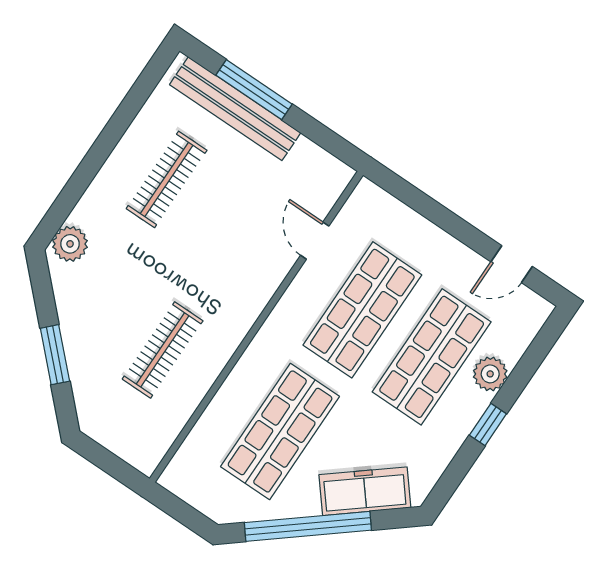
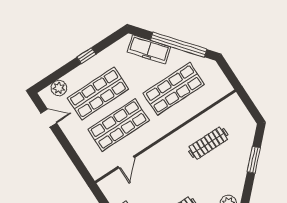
plant: (490, 374) -> (59, 88), moved

